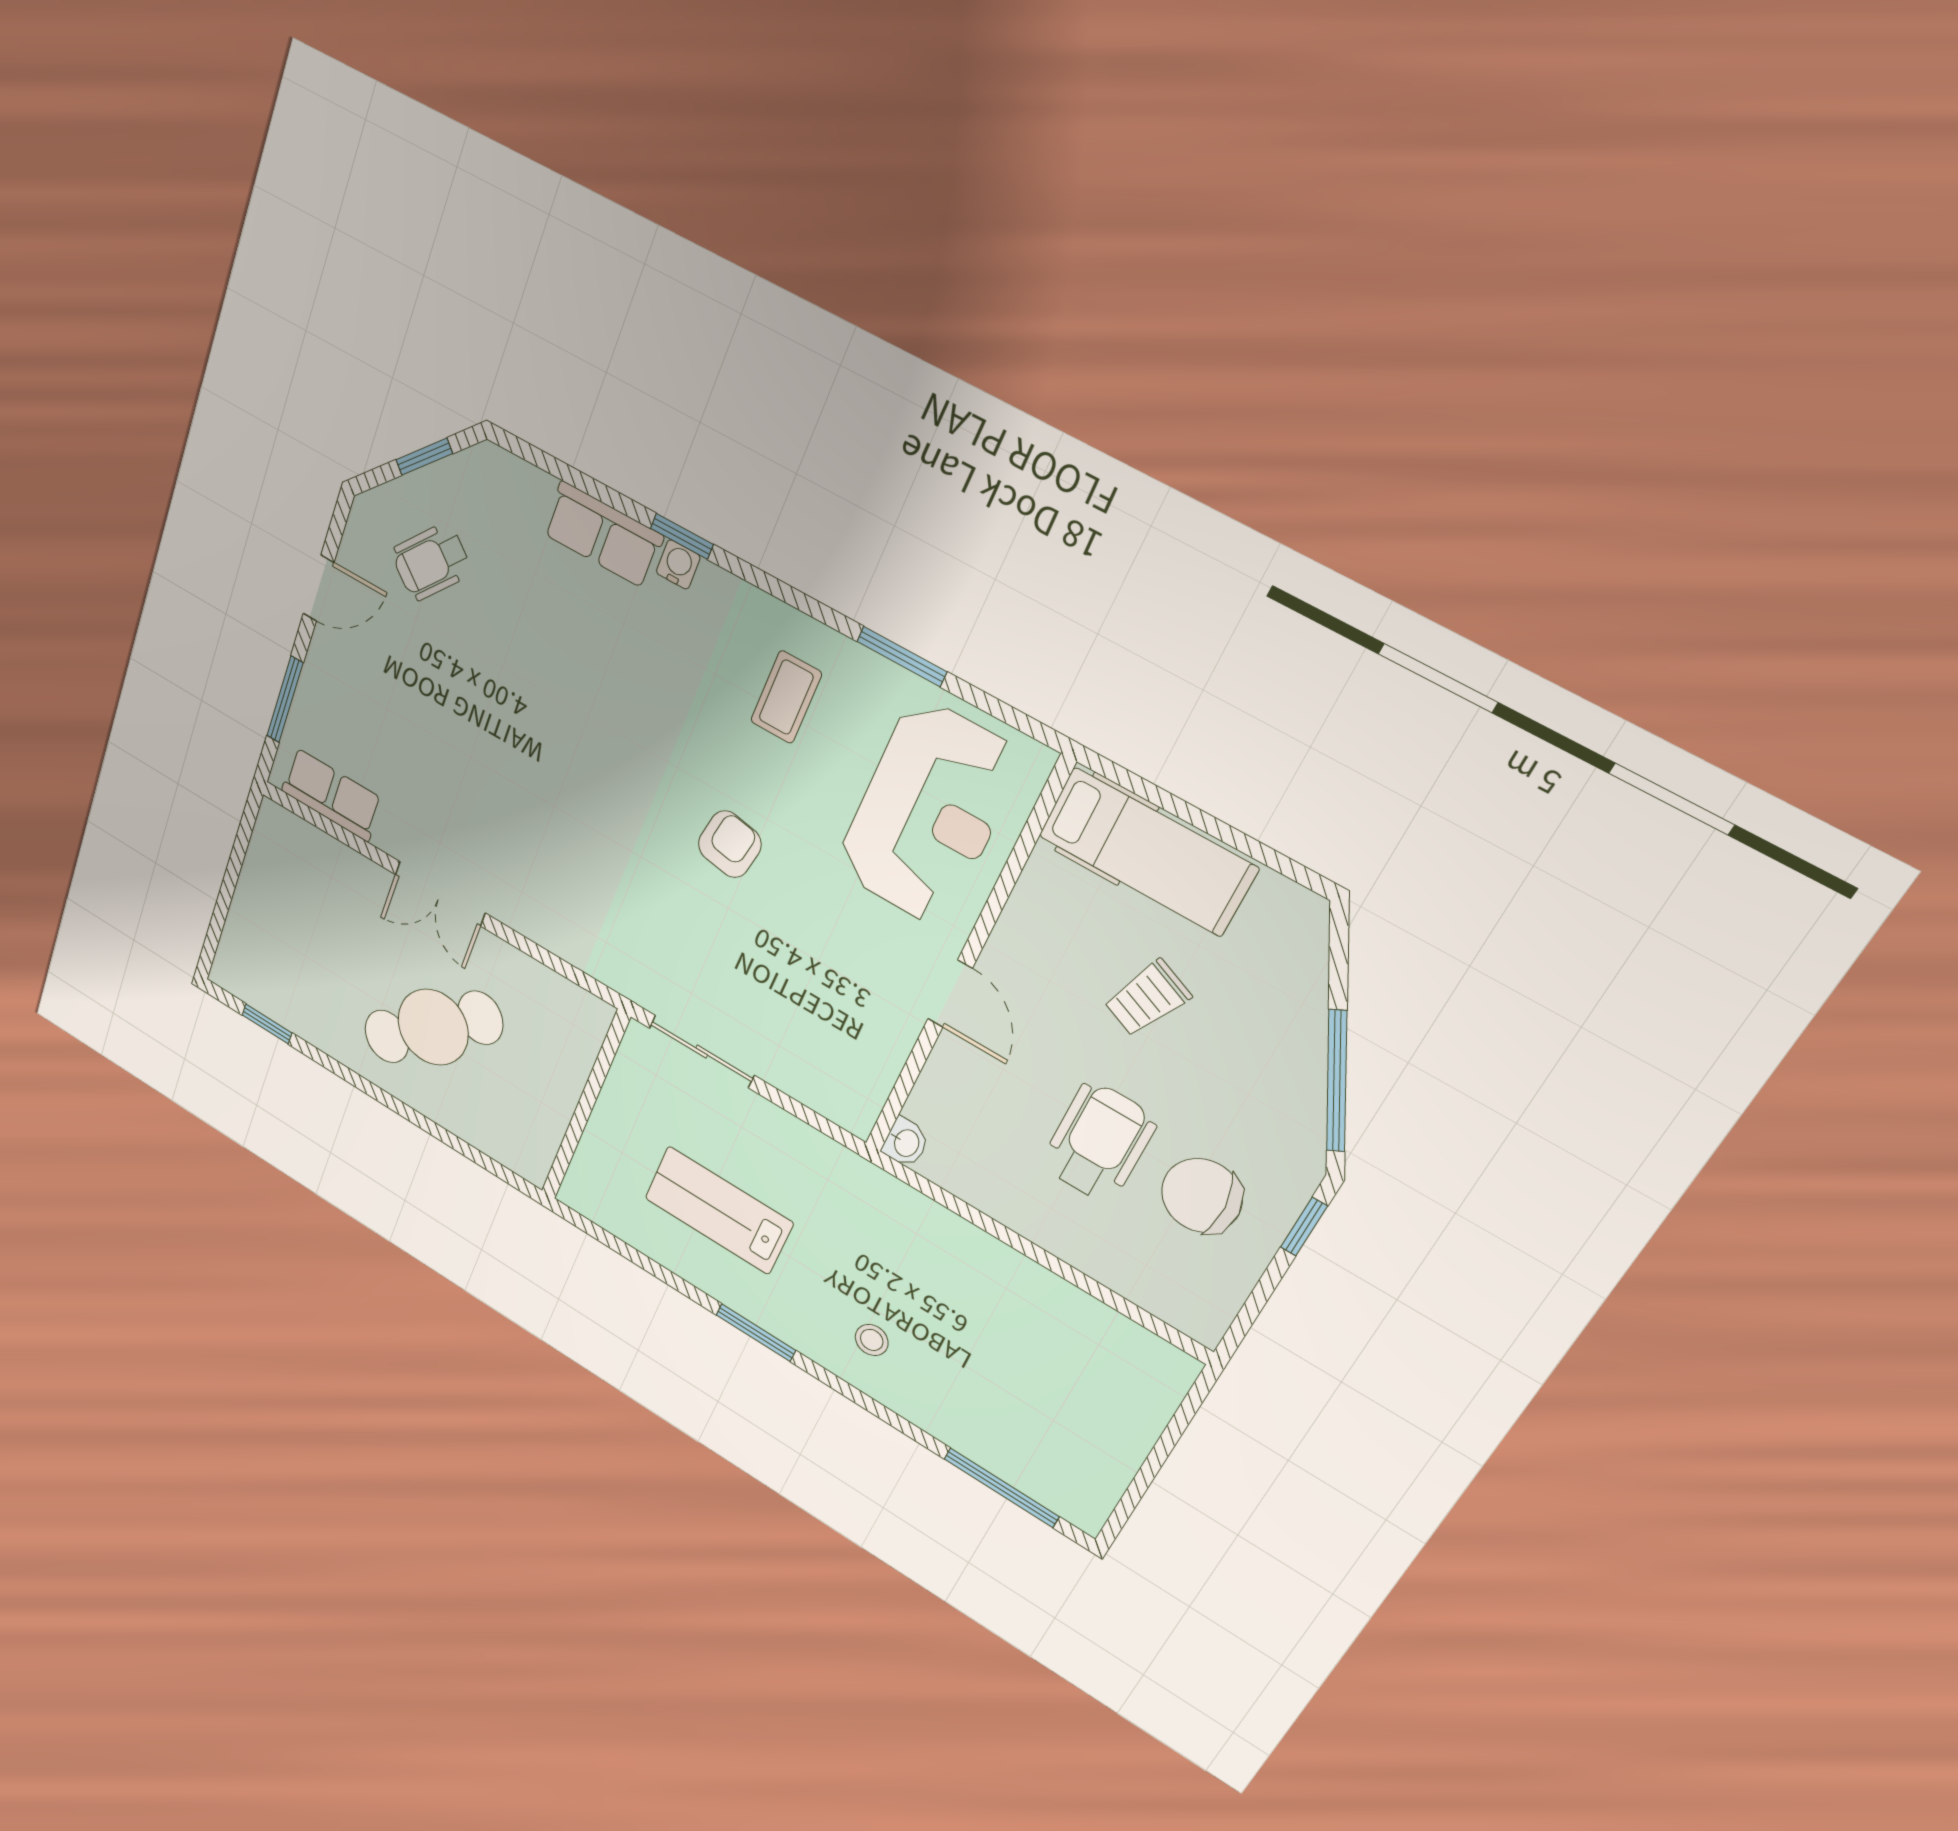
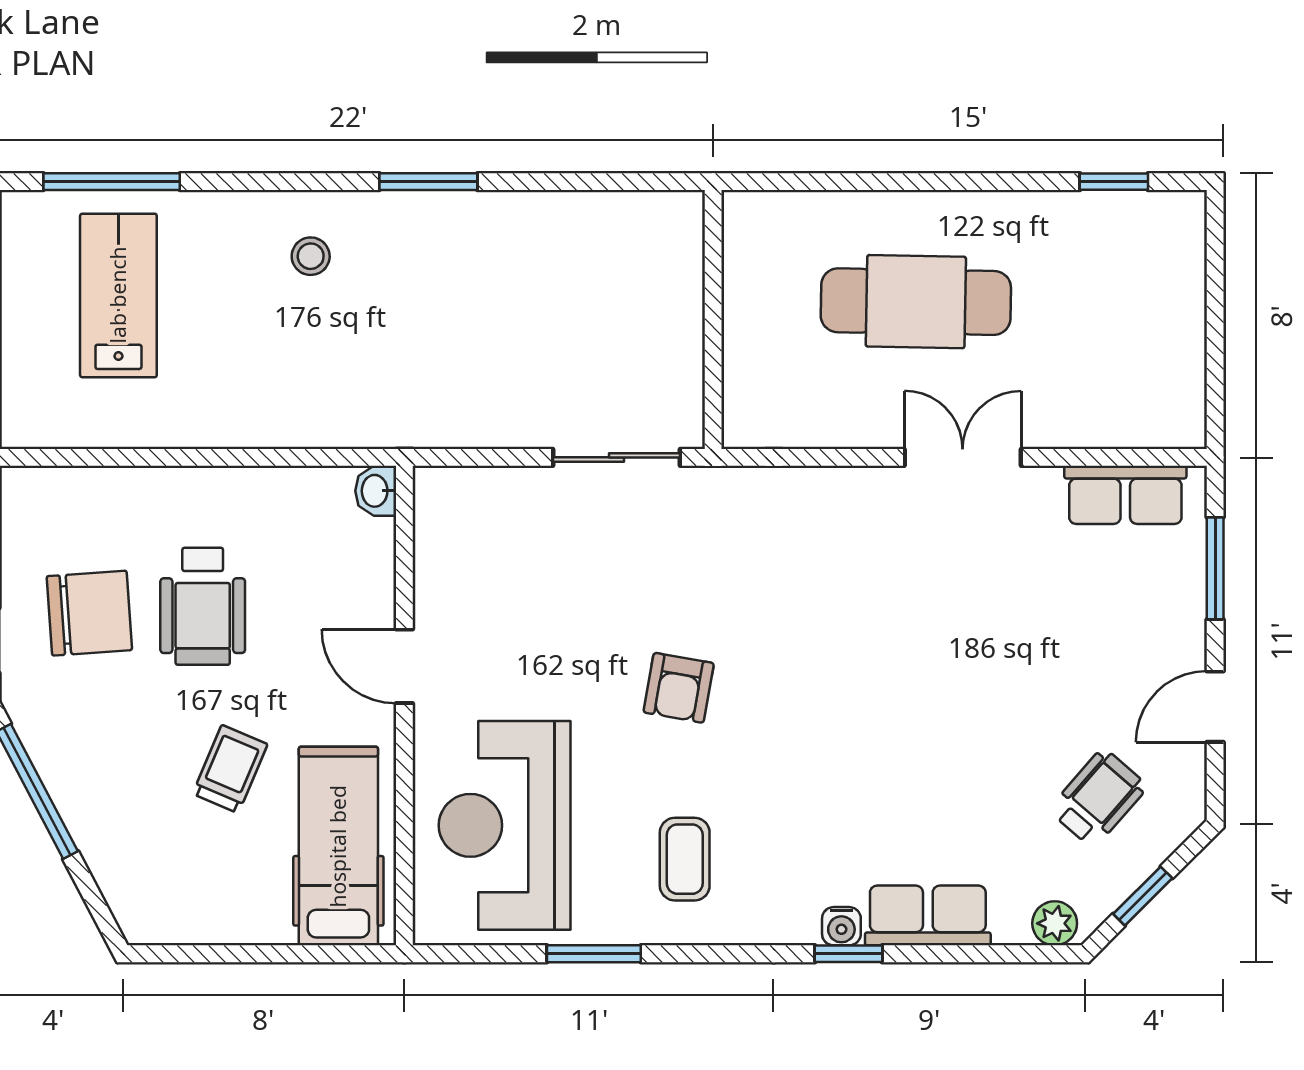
plant: (502, 471) -> (1055, 923), added
hospital bed: (1148, 852) -> (338, 846), moved, turned 90
cafe table: (433, 1027) -> (916, 302), turned 43
lab bench: (719, 1210) -> (118, 295), moved, turned -90

